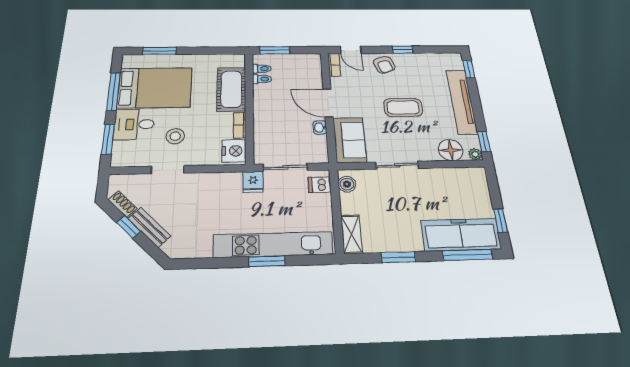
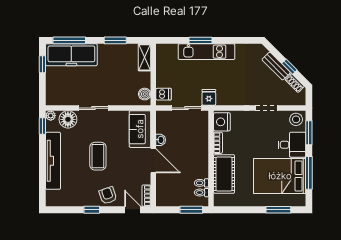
window: (469, 69) -> (42, 191), removed
coffee table: (403, 107) -> (98, 156), turned 90
stool: (175, 136) -> (296, 119), moved
sliding door: (397, 165) -> (94, 108), moved
kitchen unit: (273, 245) -> (207, 52), width x0.73

